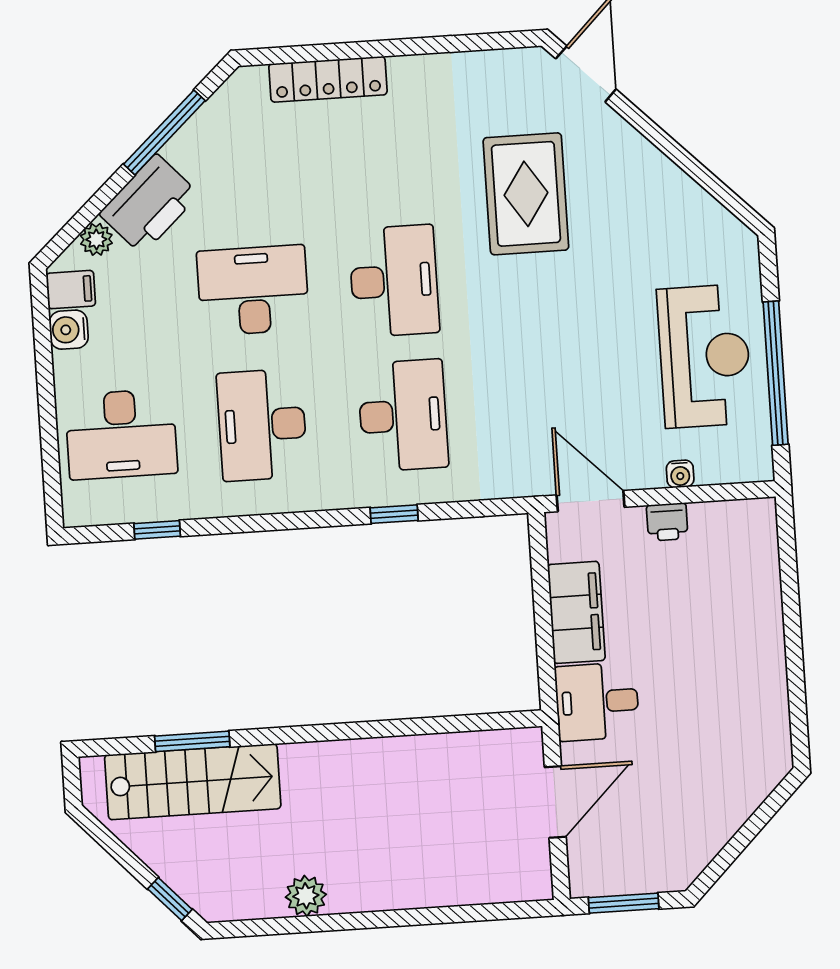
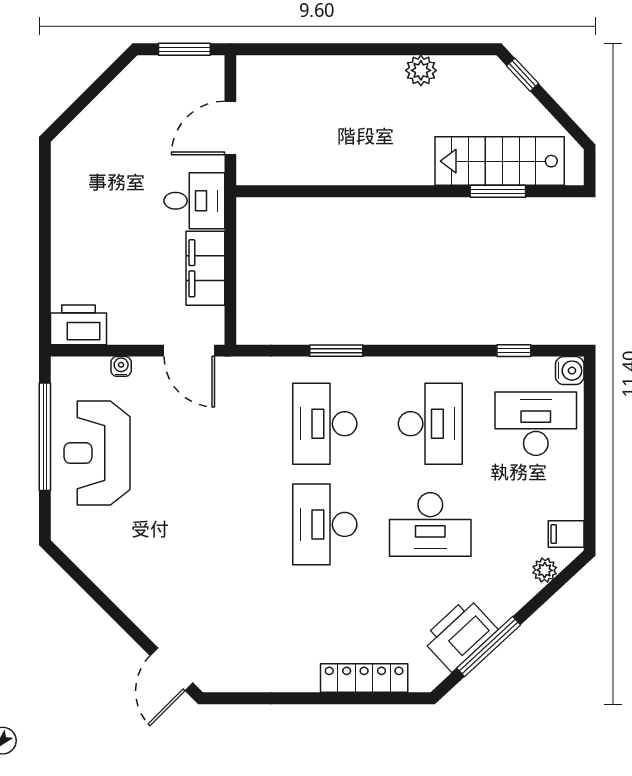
rug: (526, 194) -> (222, 583), removed
printer: (149, 204) -> (460, 634), moved
water cooler: (69, 330) -> (570, 371), moved
window: (394, 514) -> (336, 351), width x1.50
printer: (667, 522) -> (79, 325), moved, width x1.87, depth x1.48

